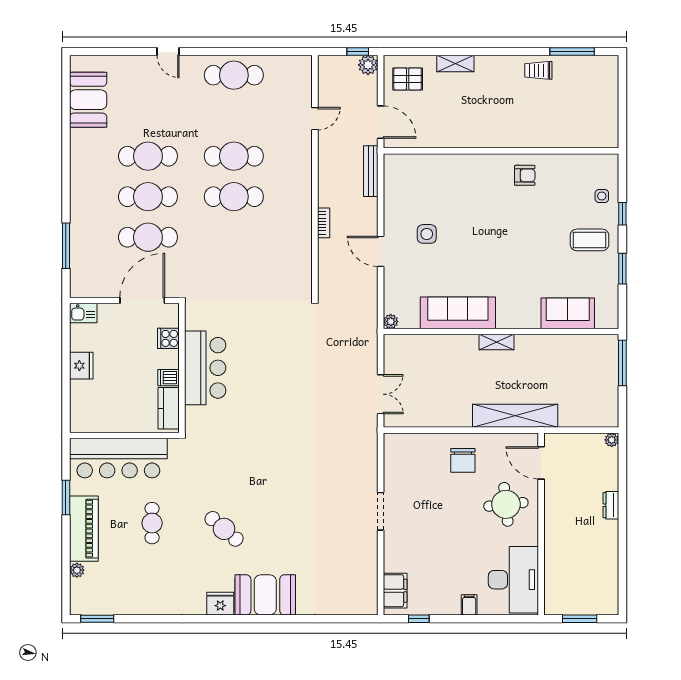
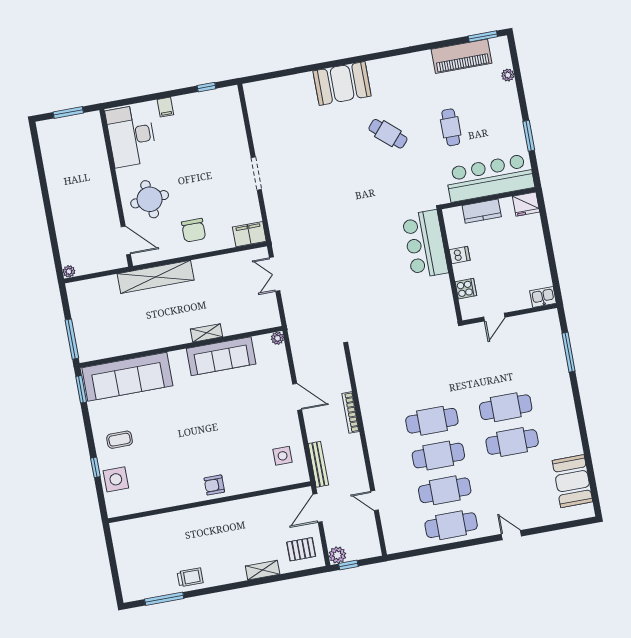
door: (315, 119) -> (375, 501), hinge flipped
door: (381, 122) -> (318, 508), hinge flipped
armchair: (525, 175) -> (214, 485), moved
side table: (602, 196) -> (116, 479), width x1.87, depth x1.87
bookcase: (324, 223) -> (351, 412), width x1.56
side table: (427, 234) -> (283, 456), moved
cafe table: (148, 237) -> (445, 490), moved
coffee table: (589, 240) -> (120, 440), width x0.73, depth x0.77
window: (622, 269) -> (81, 389), moved
door: (142, 300) -> (494, 317), width x0.53
sofa: (568, 313) -> (127, 377), width x1.85, depth x1.27
shelving: (497, 342) -> (206, 333), moved
fridge: (81, 366) -> (526, 204), moved, turned -90
bar counter: (205, 368) -> (425, 244), moved
kitchen counter: (169, 408) -> (482, 211), moved, turned 90
chair: (463, 460) -> (194, 230), turned 180
dresser: (611, 505) -> (59, 215), removed
piano: (84, 529) -> (462, 56), moved, turned -90
filing cabinet: (395, 591) -> (249, 234), moved, turned 90
fridge: (220, 604) -> (379, 69), removed

